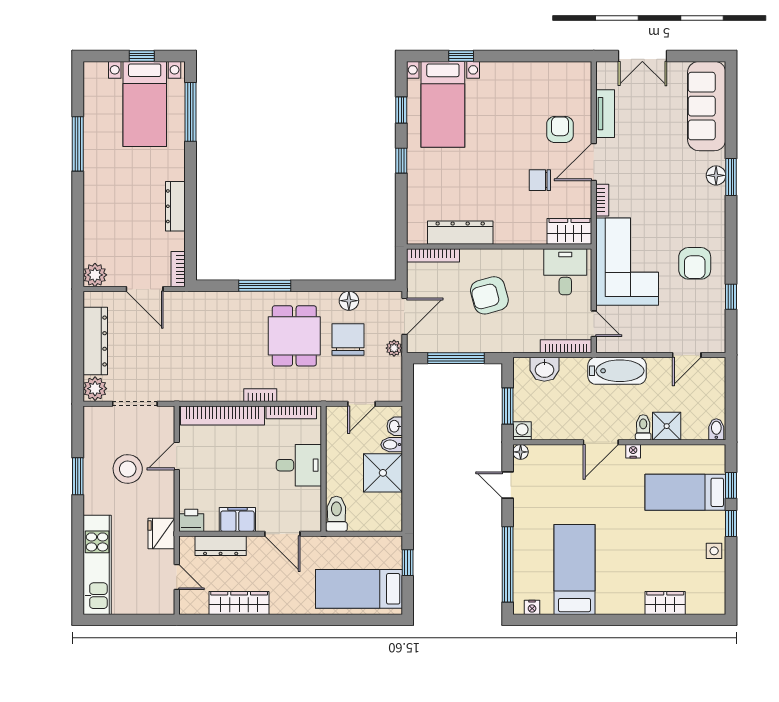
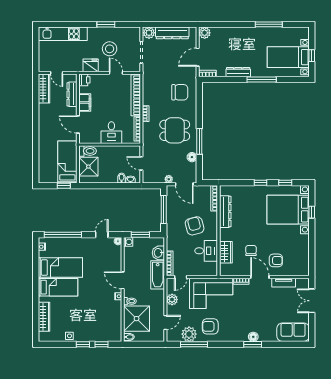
bed with nightstands: (443, 104) -> (288, 210), width x1.36
sofa: (707, 106) -> (293, 332), width x0.73
window: (191, 112) -> (262, 80), moved
wardrobe: (569, 231) -> (226, 252), moved
desk: (565, 272) -> (206, 251), moved
window: (265, 286) -> (199, 141), moved
window: (731, 297) -> (194, 344), width x2.17
plant: (711, 307) -> (189, 334), added
chair: (348, 340) -> (180, 92), moved
plant: (640, 341) -> (172, 300), added
door: (687, 355) -> (165, 323), swing flipped
bathtub: (617, 371) -> (158, 275), moved
shower: (667, 426) -> (137, 319), width x1.86, depth x1.86
shower: (383, 473) -> (88, 167), moved
bed: (685, 492) -> (58, 287), moved, turned 90
fridge: (161, 534) -> (91, 65), moved
door: (282, 534) -> (78, 124), hinge flipped
door: (177, 577) -> (57, 73), hinge flipped
bed: (359, 589) -> (67, 162), moved
wardrobe: (239, 603) -> (44, 88), moved
wardrobe: (665, 603) -> (44, 317), width x1.50

